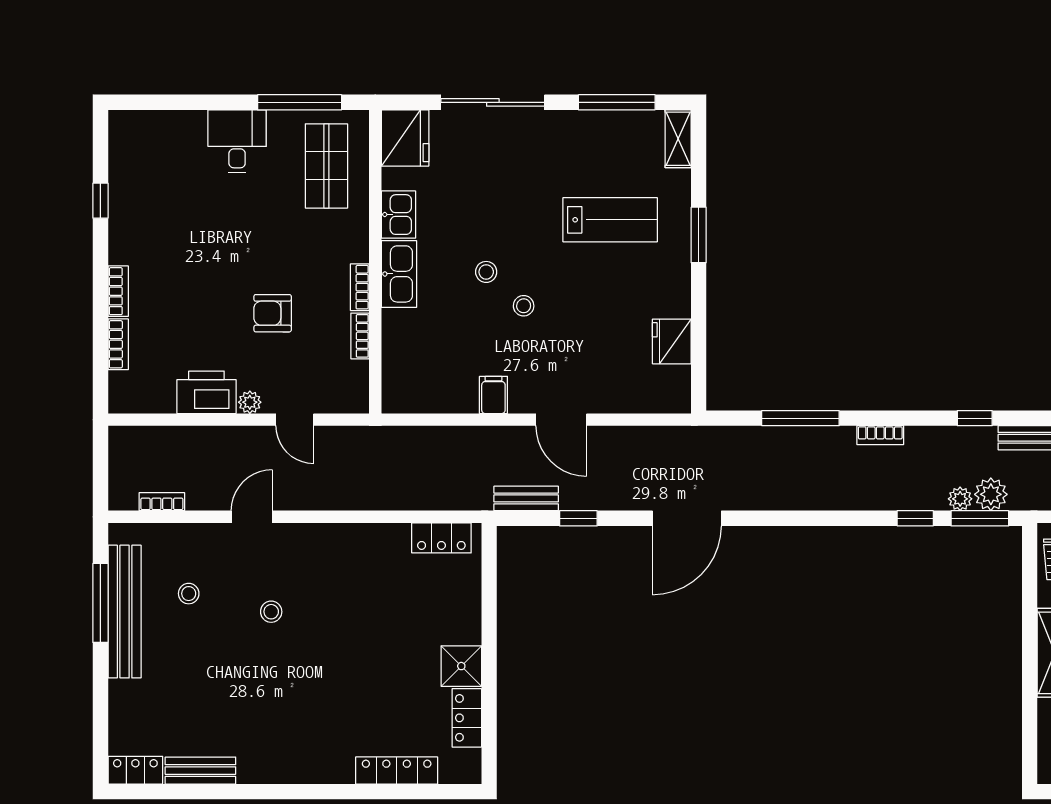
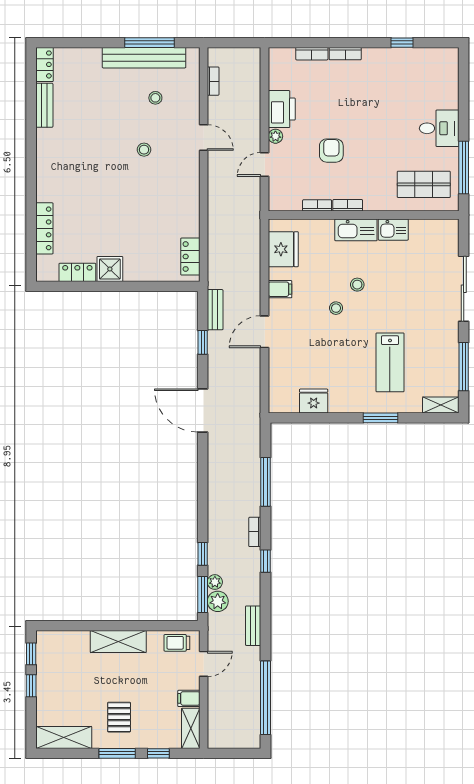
fridge: (405, 138) -> (283, 249), moved, turned -90
window: (975, 418) -> (266, 561), moved

